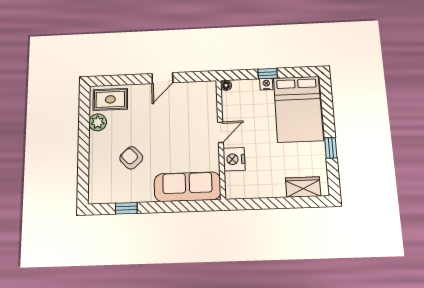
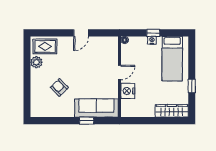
bed: (298, 109) -> (172, 59), width x0.67
wardrobe: (303, 187) -> (172, 111), width x1.50
window: (126, 208) -> (87, 121), moved

